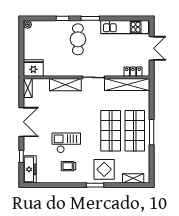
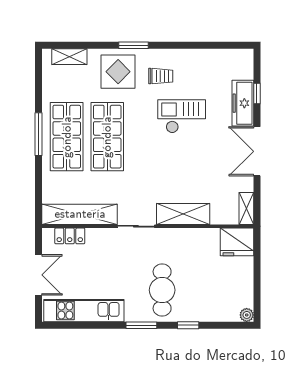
double door: (152, 48) -> (38, 275), swing flipped
checkout: (66, 143) -> (182, 116), turned 180
trolley: (69, 166) -> (161, 76), moved
freezer: (30, 169) -> (243, 103), moved

